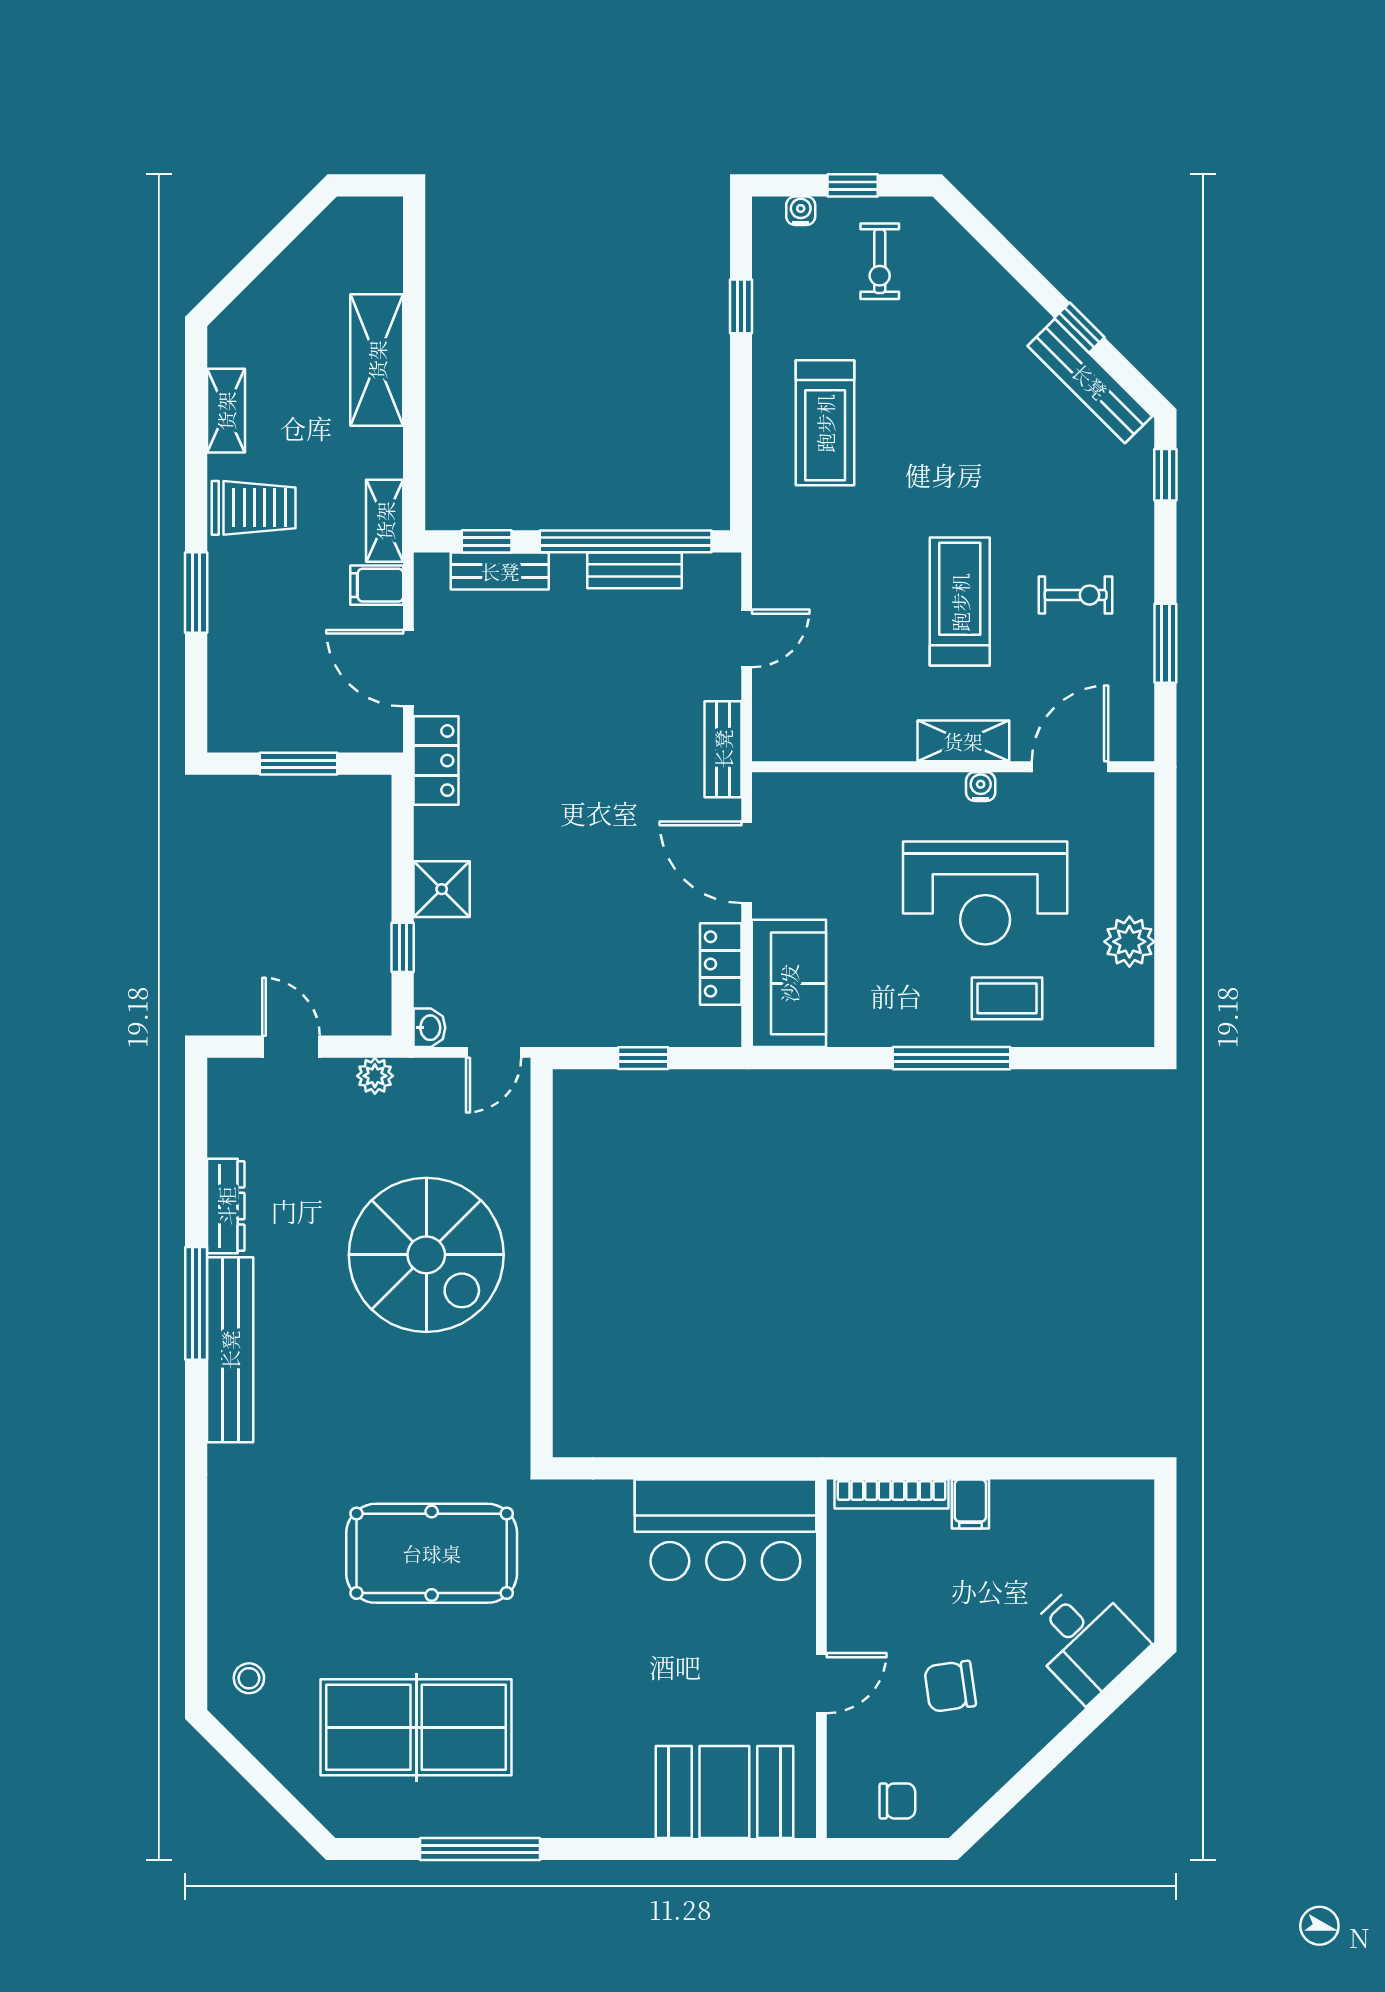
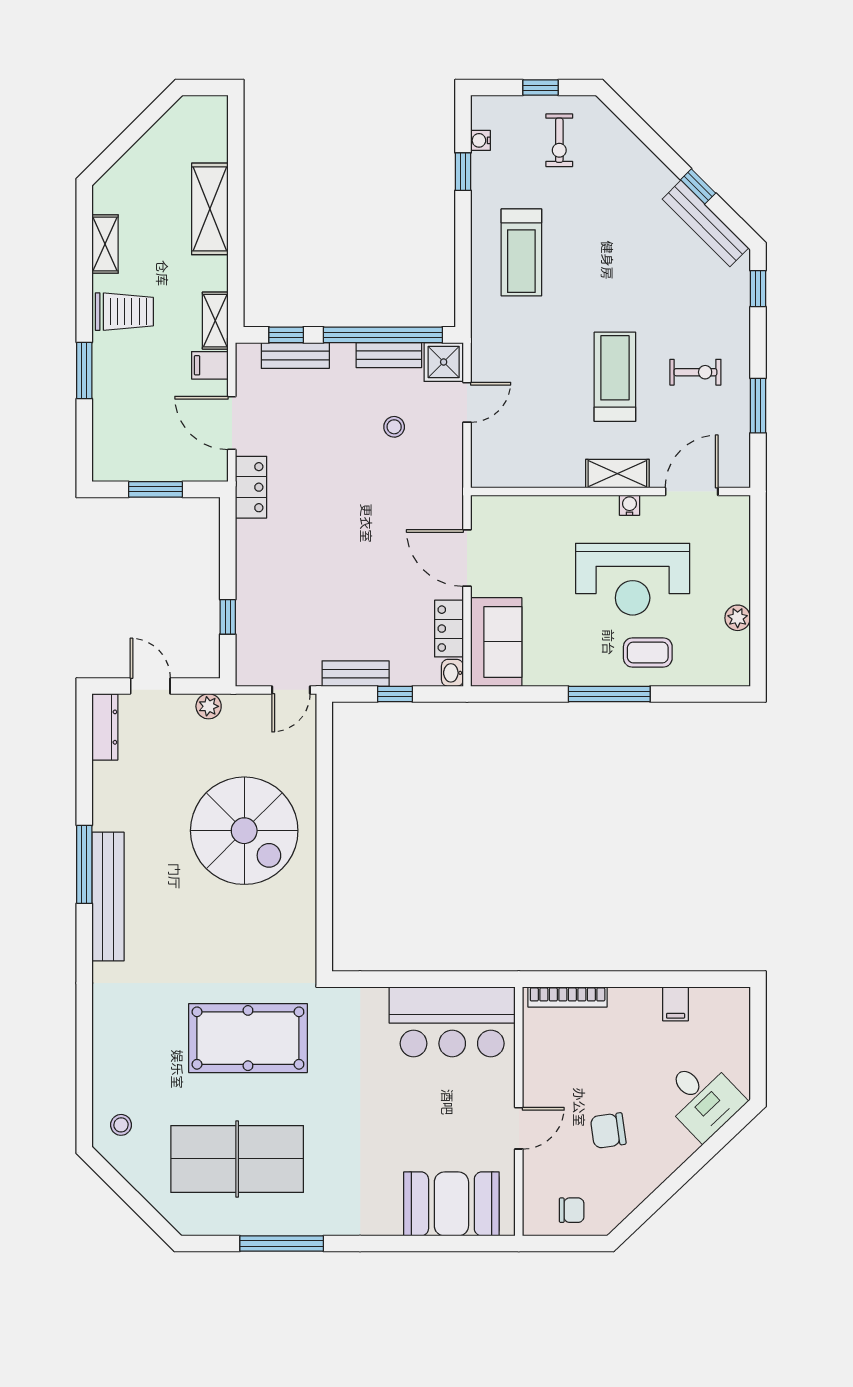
water cooler: (801, 211) -> (481, 140), moved, turned -90
stool: (642, 674) -> (394, 427), added
bench: (723, 749) -> (356, 674), moved, turned 90
shower: (442, 889) -> (444, 362), moved
plant: (1129, 942) -> (738, 618), width x0.73, depth x0.73
washbasin: (429, 1028) -> (452, 673), moved, turned 180
dresser: (226, 1206) -> (105, 727), moved
filing cabinet: (970, 1504) -> (676, 1004), moved

